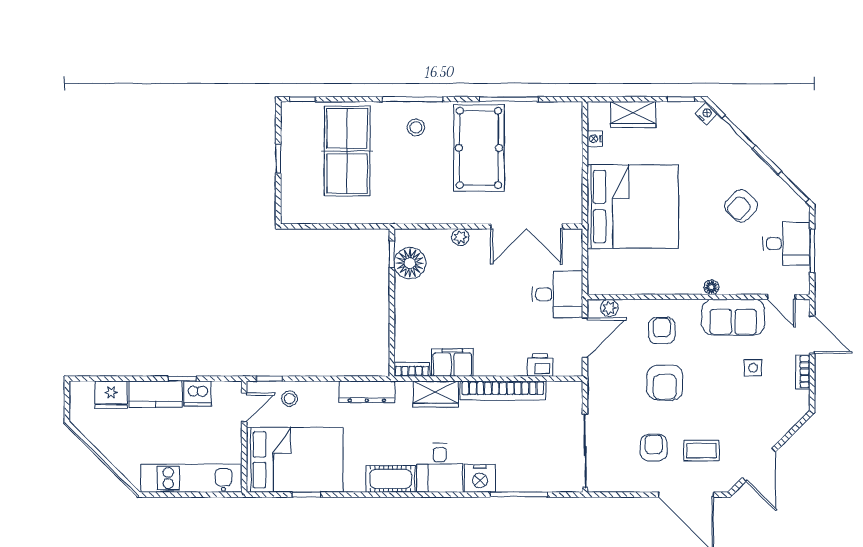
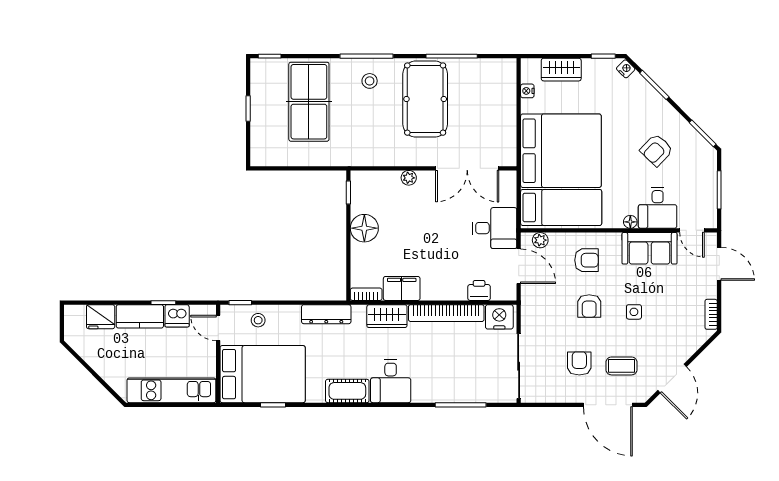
desk: (787, 243) -> (658, 208), moved, turned 90
floor lamp: (410, 263) -> (364, 228), moved
bed: (633, 271) -> (561, 207), added
armchair: (662, 331) -> (586, 260), turned 90
door: (585, 338) -> (519, 266), hinge flipped
side table: (753, 368) -> (634, 312), moved
bookcase: (803, 372) -> (711, 314), moved
armchair: (665, 383) -> (589, 306), width x0.72, depth x0.72
door: (244, 407) -> (218, 328), swing flipped
nightstand: (480, 478) -> (499, 317), moved, turned 180

